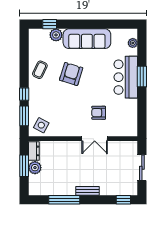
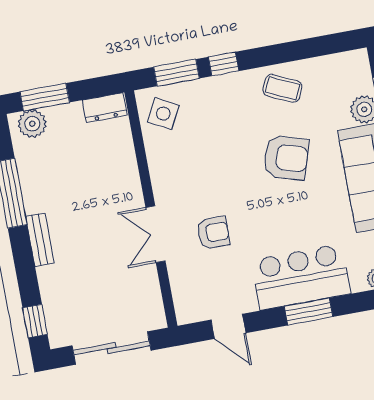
armchair: (99, 113) -> (213, 233), turned 90
door: (142, 114) -> (228, 326), added
window: (24, 166) -> (45, 97), moved
plant: (35, 168) -> (32, 124), moved
sliding door: (142, 168) -> (112, 348), width x1.37

